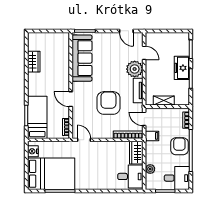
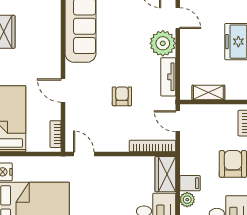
armchair: (108, 103) -> (122, 96), width x0.53, depth x0.53
filing cabinet: (152, 136) -> (190, 183), moved

